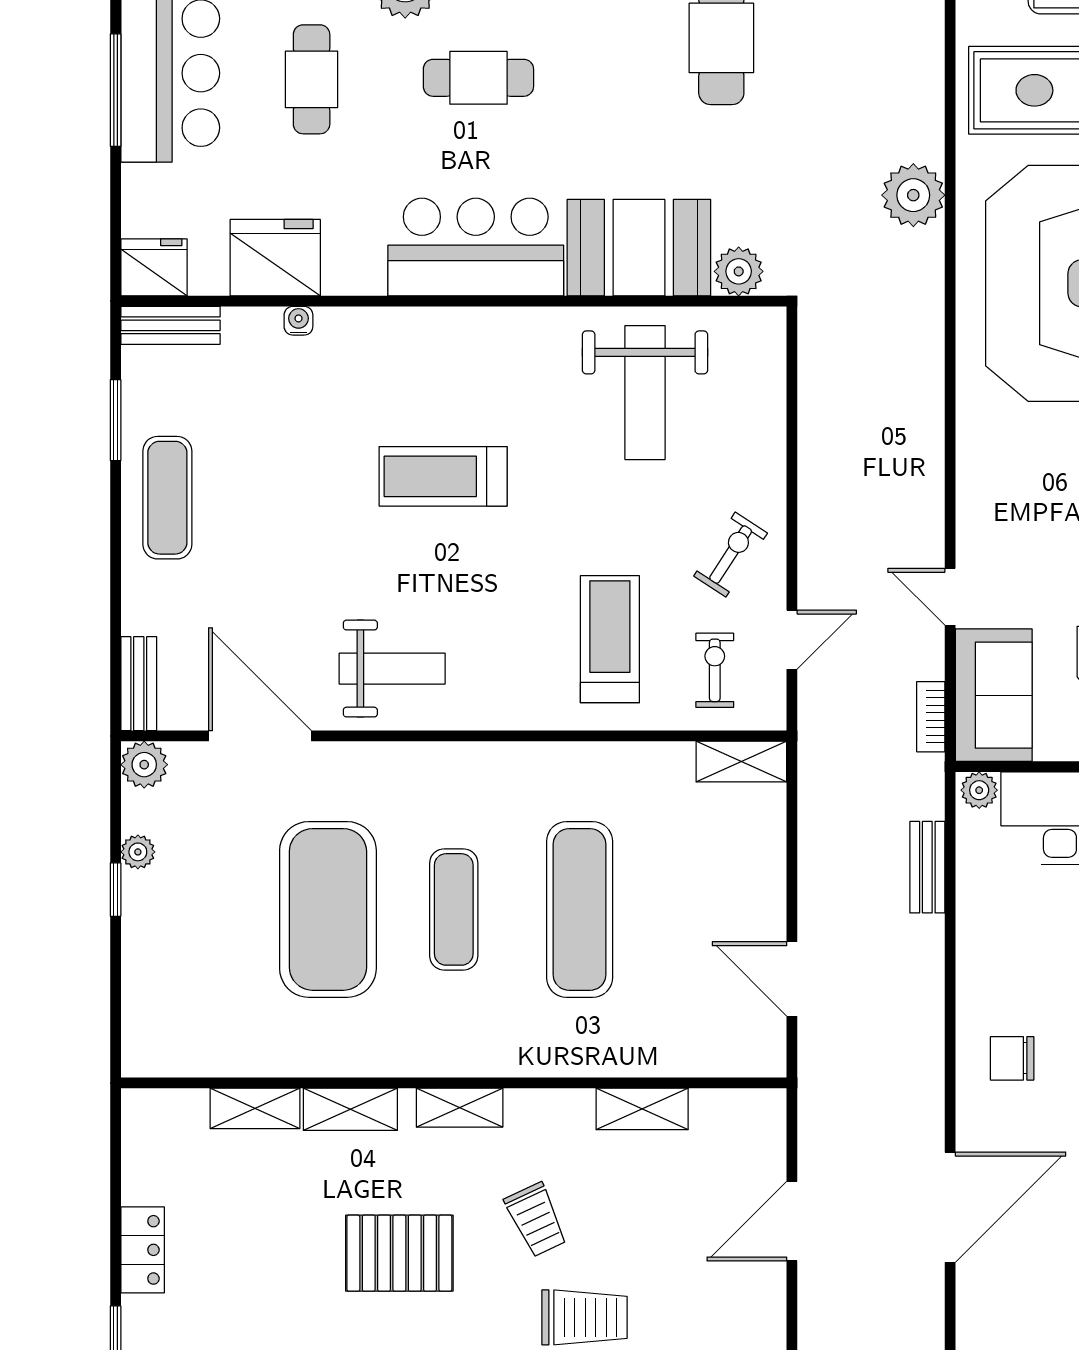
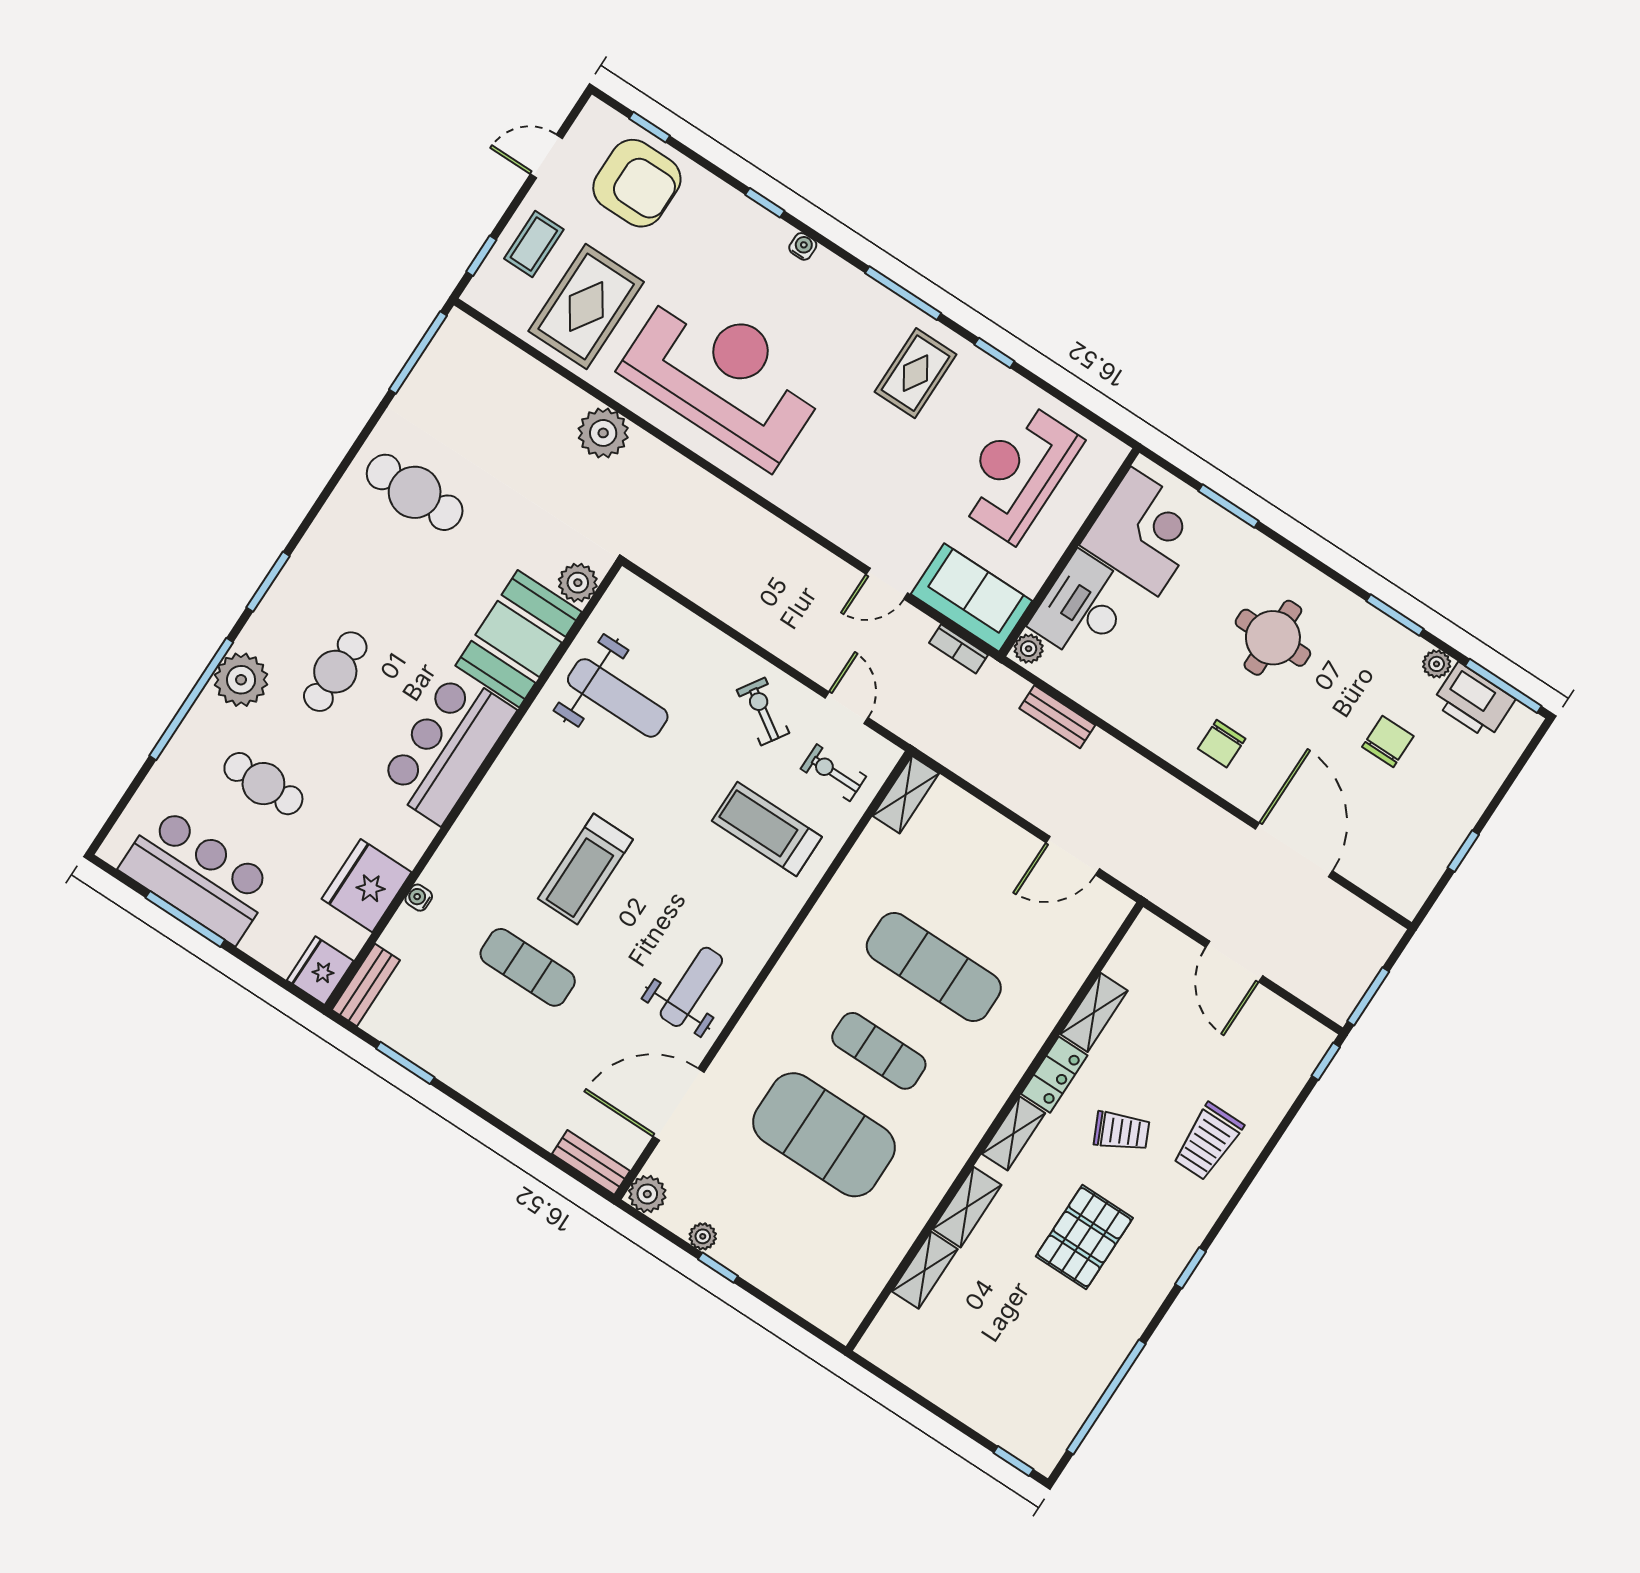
exercise mat: (167, 498) -> (528, 967), moved
locker: (143, 1250) -> (1054, 1075), moved, turned 90
trolley: (585, 1317) -> (1208, 1142), turned 180

